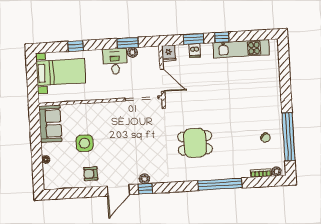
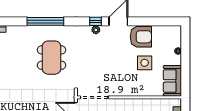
dining table: (195, 143) -> (52, 58), width x1.38
armchair: (91, 174) -> (141, 37), width x1.88, depth x1.88
window: (220, 184) -> (45, 21), moved

